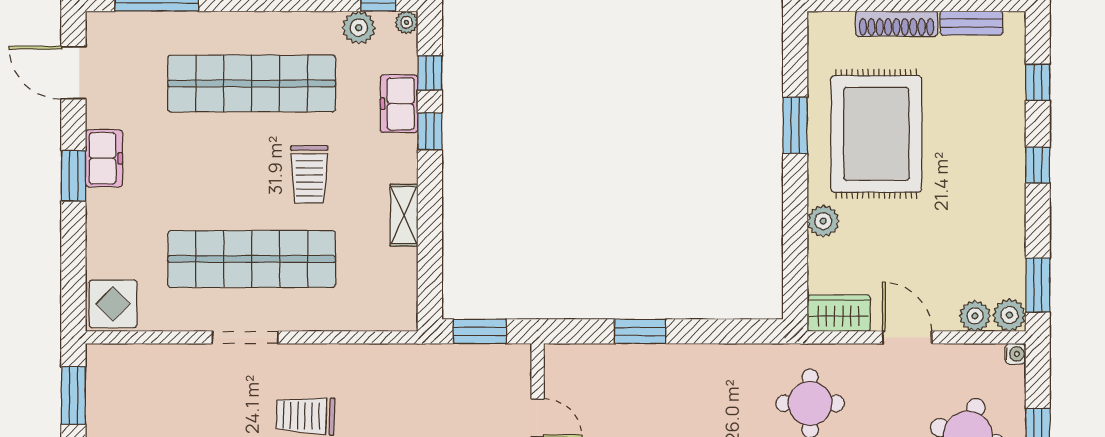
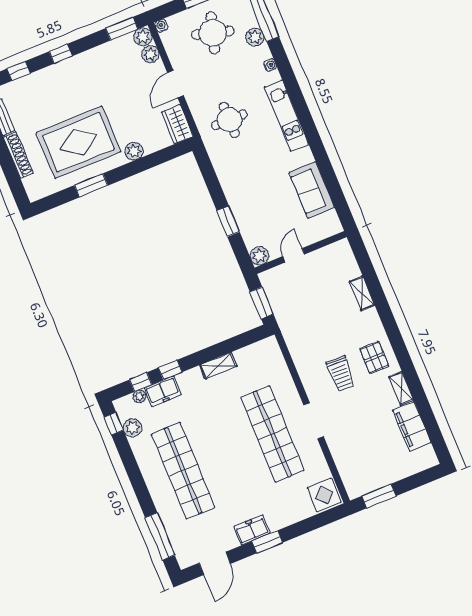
plant: (406, 22) -> (139, 396), moved
trolley: (309, 174) -> (217, 422), removed
plant: (560, 360) -> (259, 256), added

